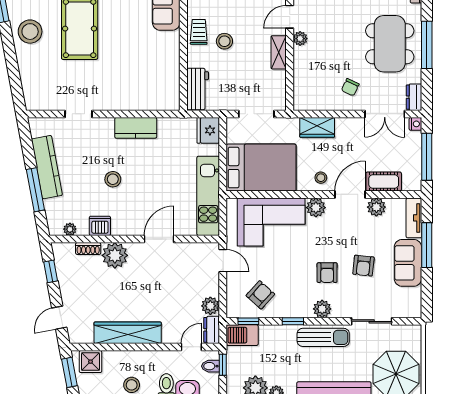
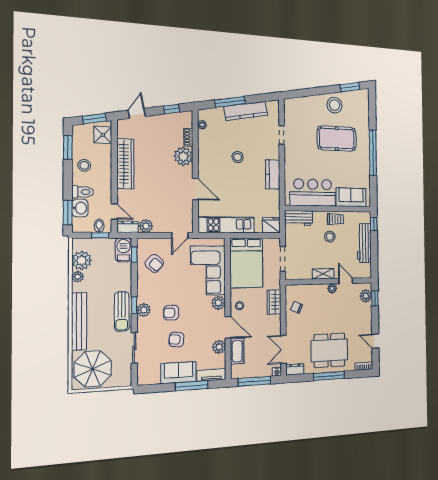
bar counter: (160, 67) -> (313, 193), added
chair: (350, 87) -> (297, 307), moved
dishwasher: (100, 226) -> (205, 146), removed
door: (59, 318) -> (137, 113), hinge flipped
window: (293, 321) -> (134, 305), moved

